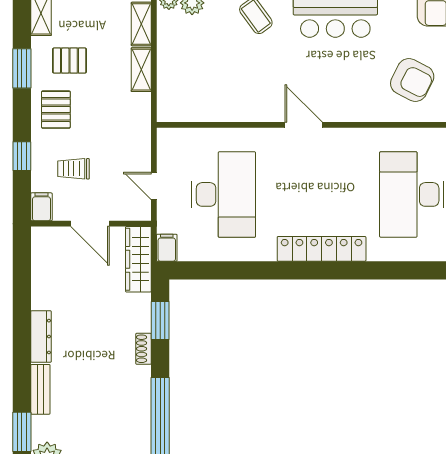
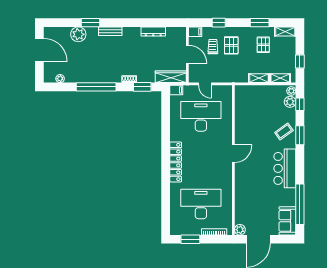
armchair: (412, 80) -> (254, 204), removed
pallet: (56, 110) -> (231, 45), moved, turned 90
door: (154, 186) -> (205, 84), swing flipped
desk: (223, 194) -> (201, 116), turned 180
door: (90, 224) -> (187, 54), swing flipped
dresser: (41, 337) -> (153, 32), moved

